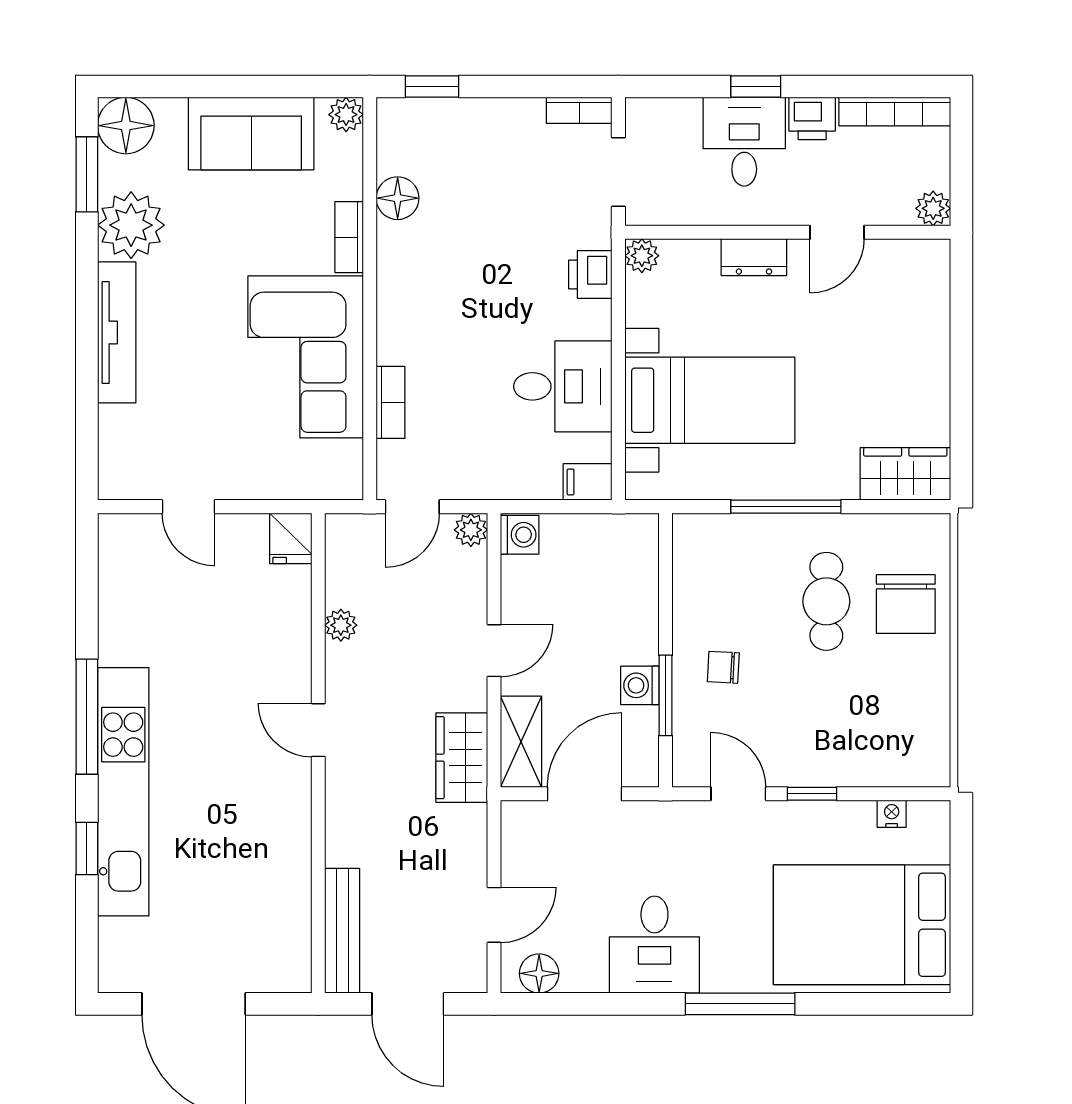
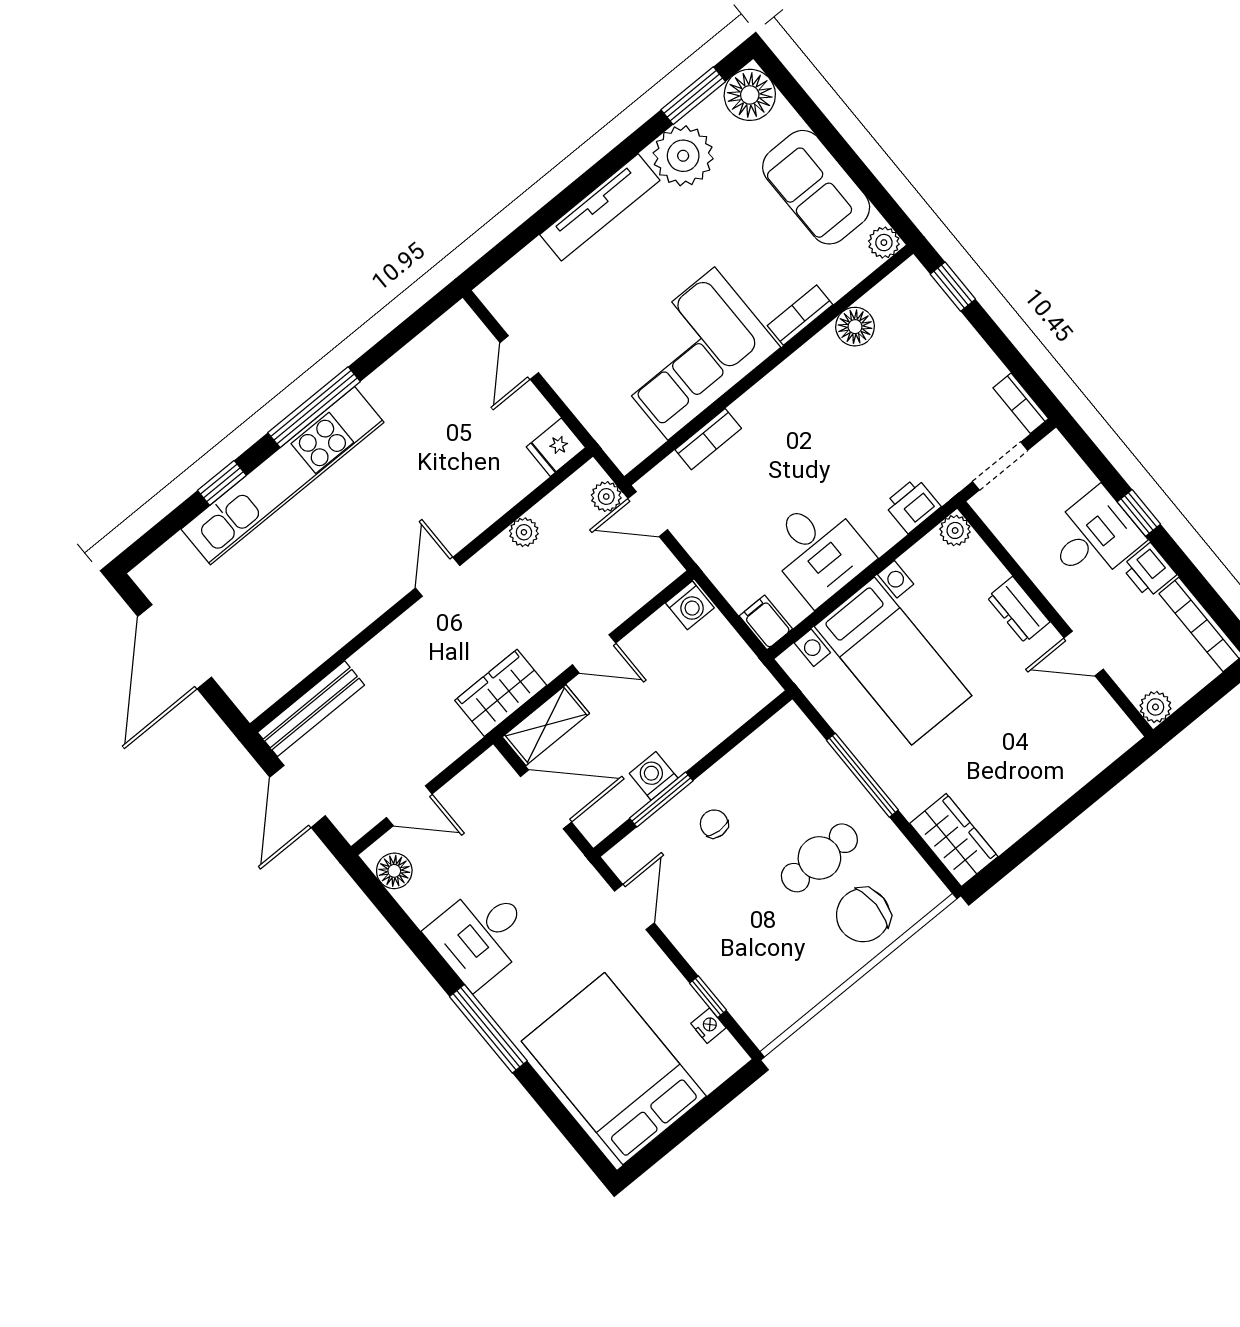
plant: (471, 530) -> (606, 497), moved
window: (812, 794) -> (708, 997), moved

